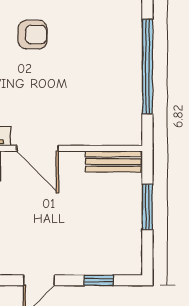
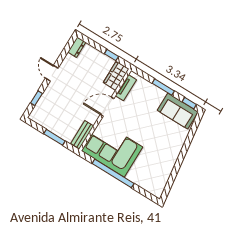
armchair: (33, 35) -> (156, 134), removed
corner sofa: (106, 95) -> (112, 149), added

